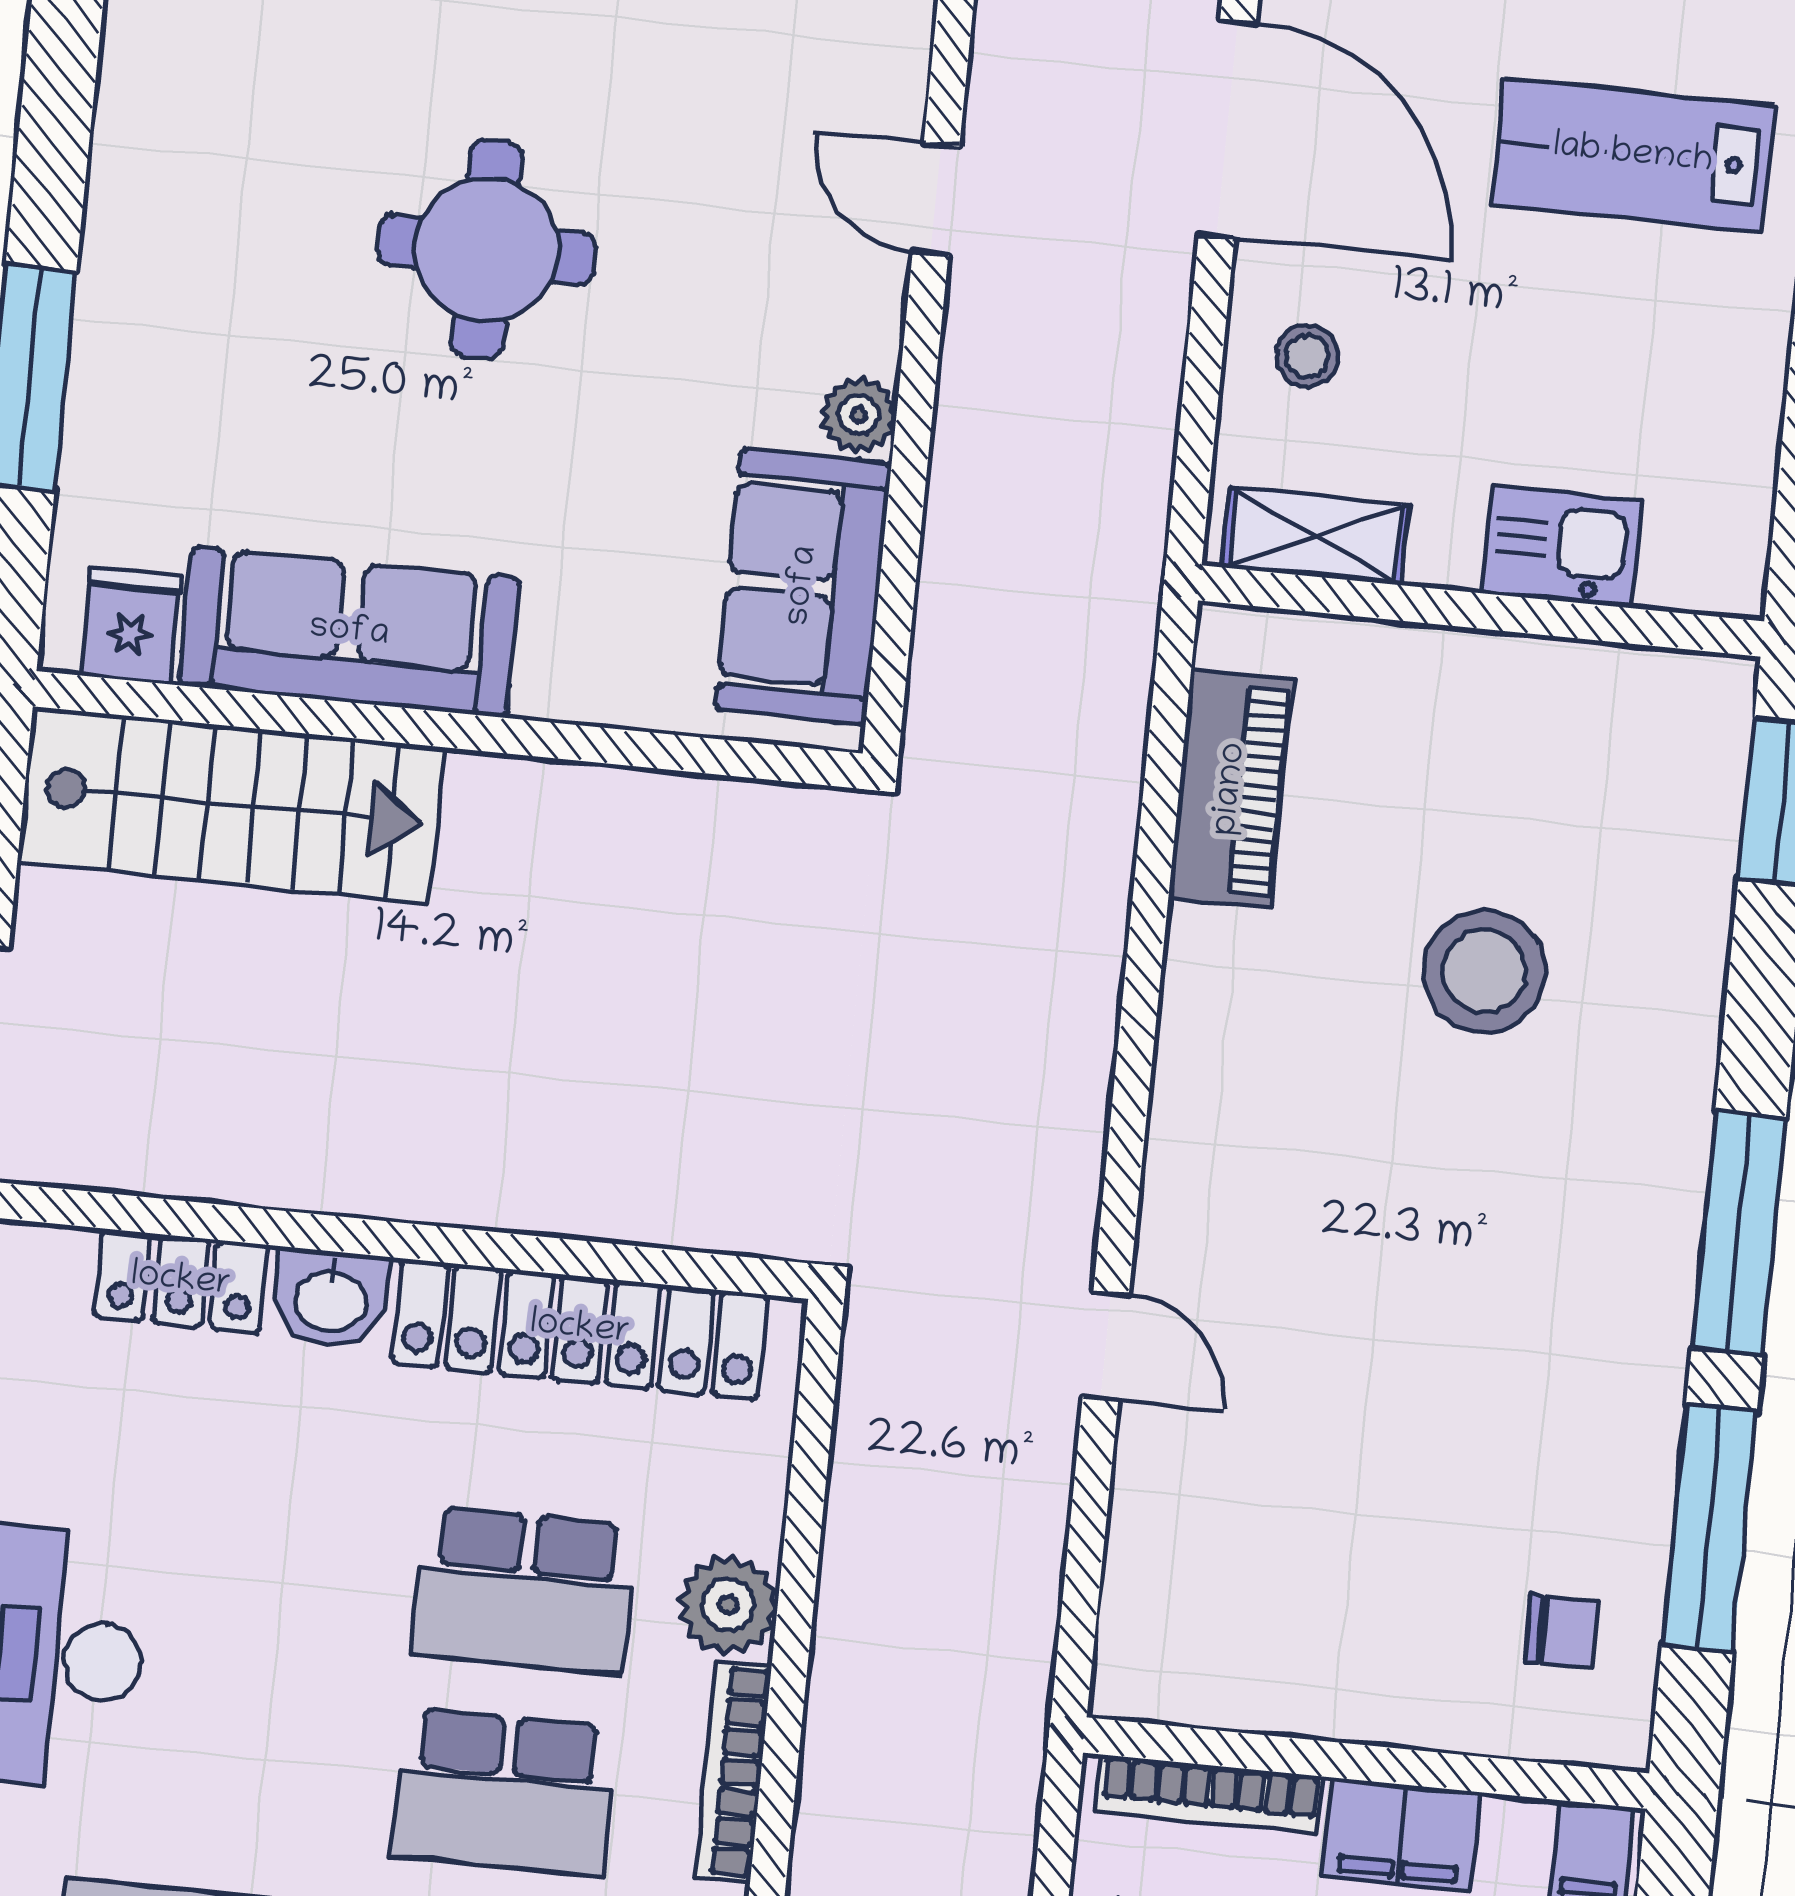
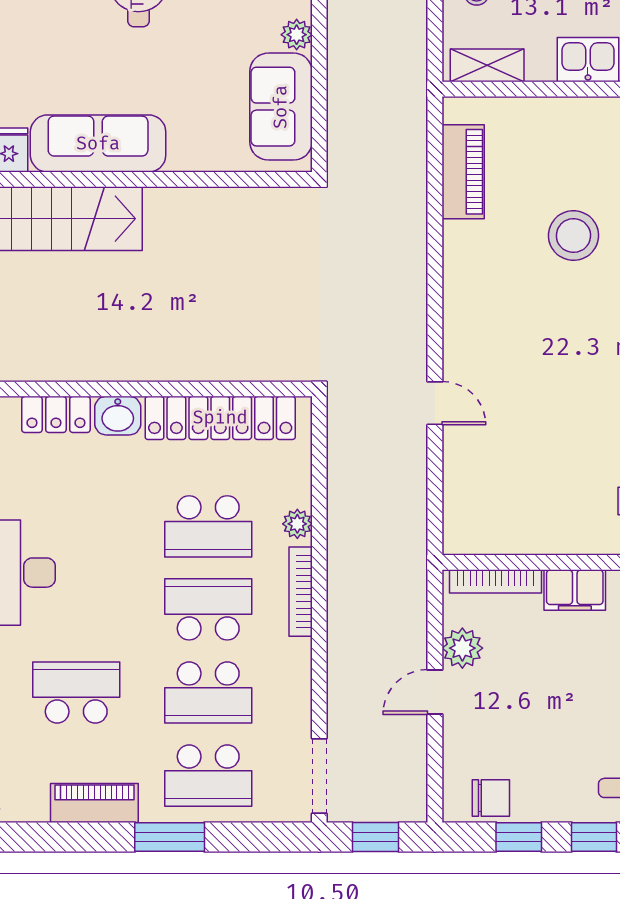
plant: (728, 1604) -> (297, 524), width x0.73, depth x0.73
school desk: (504, 1792) -> (208, 609), turned 180

